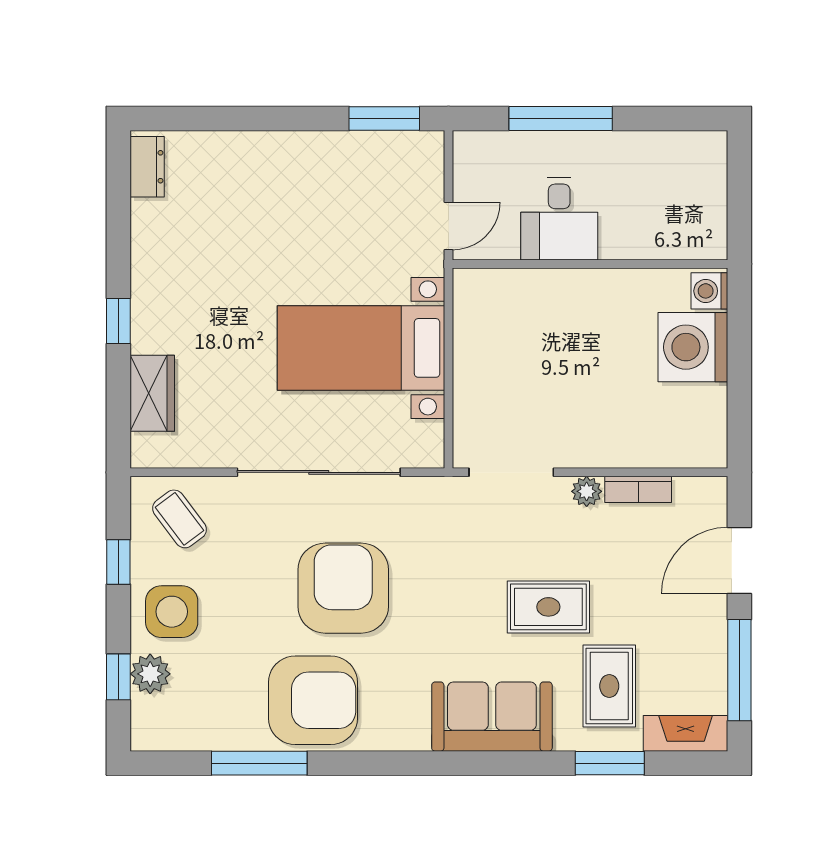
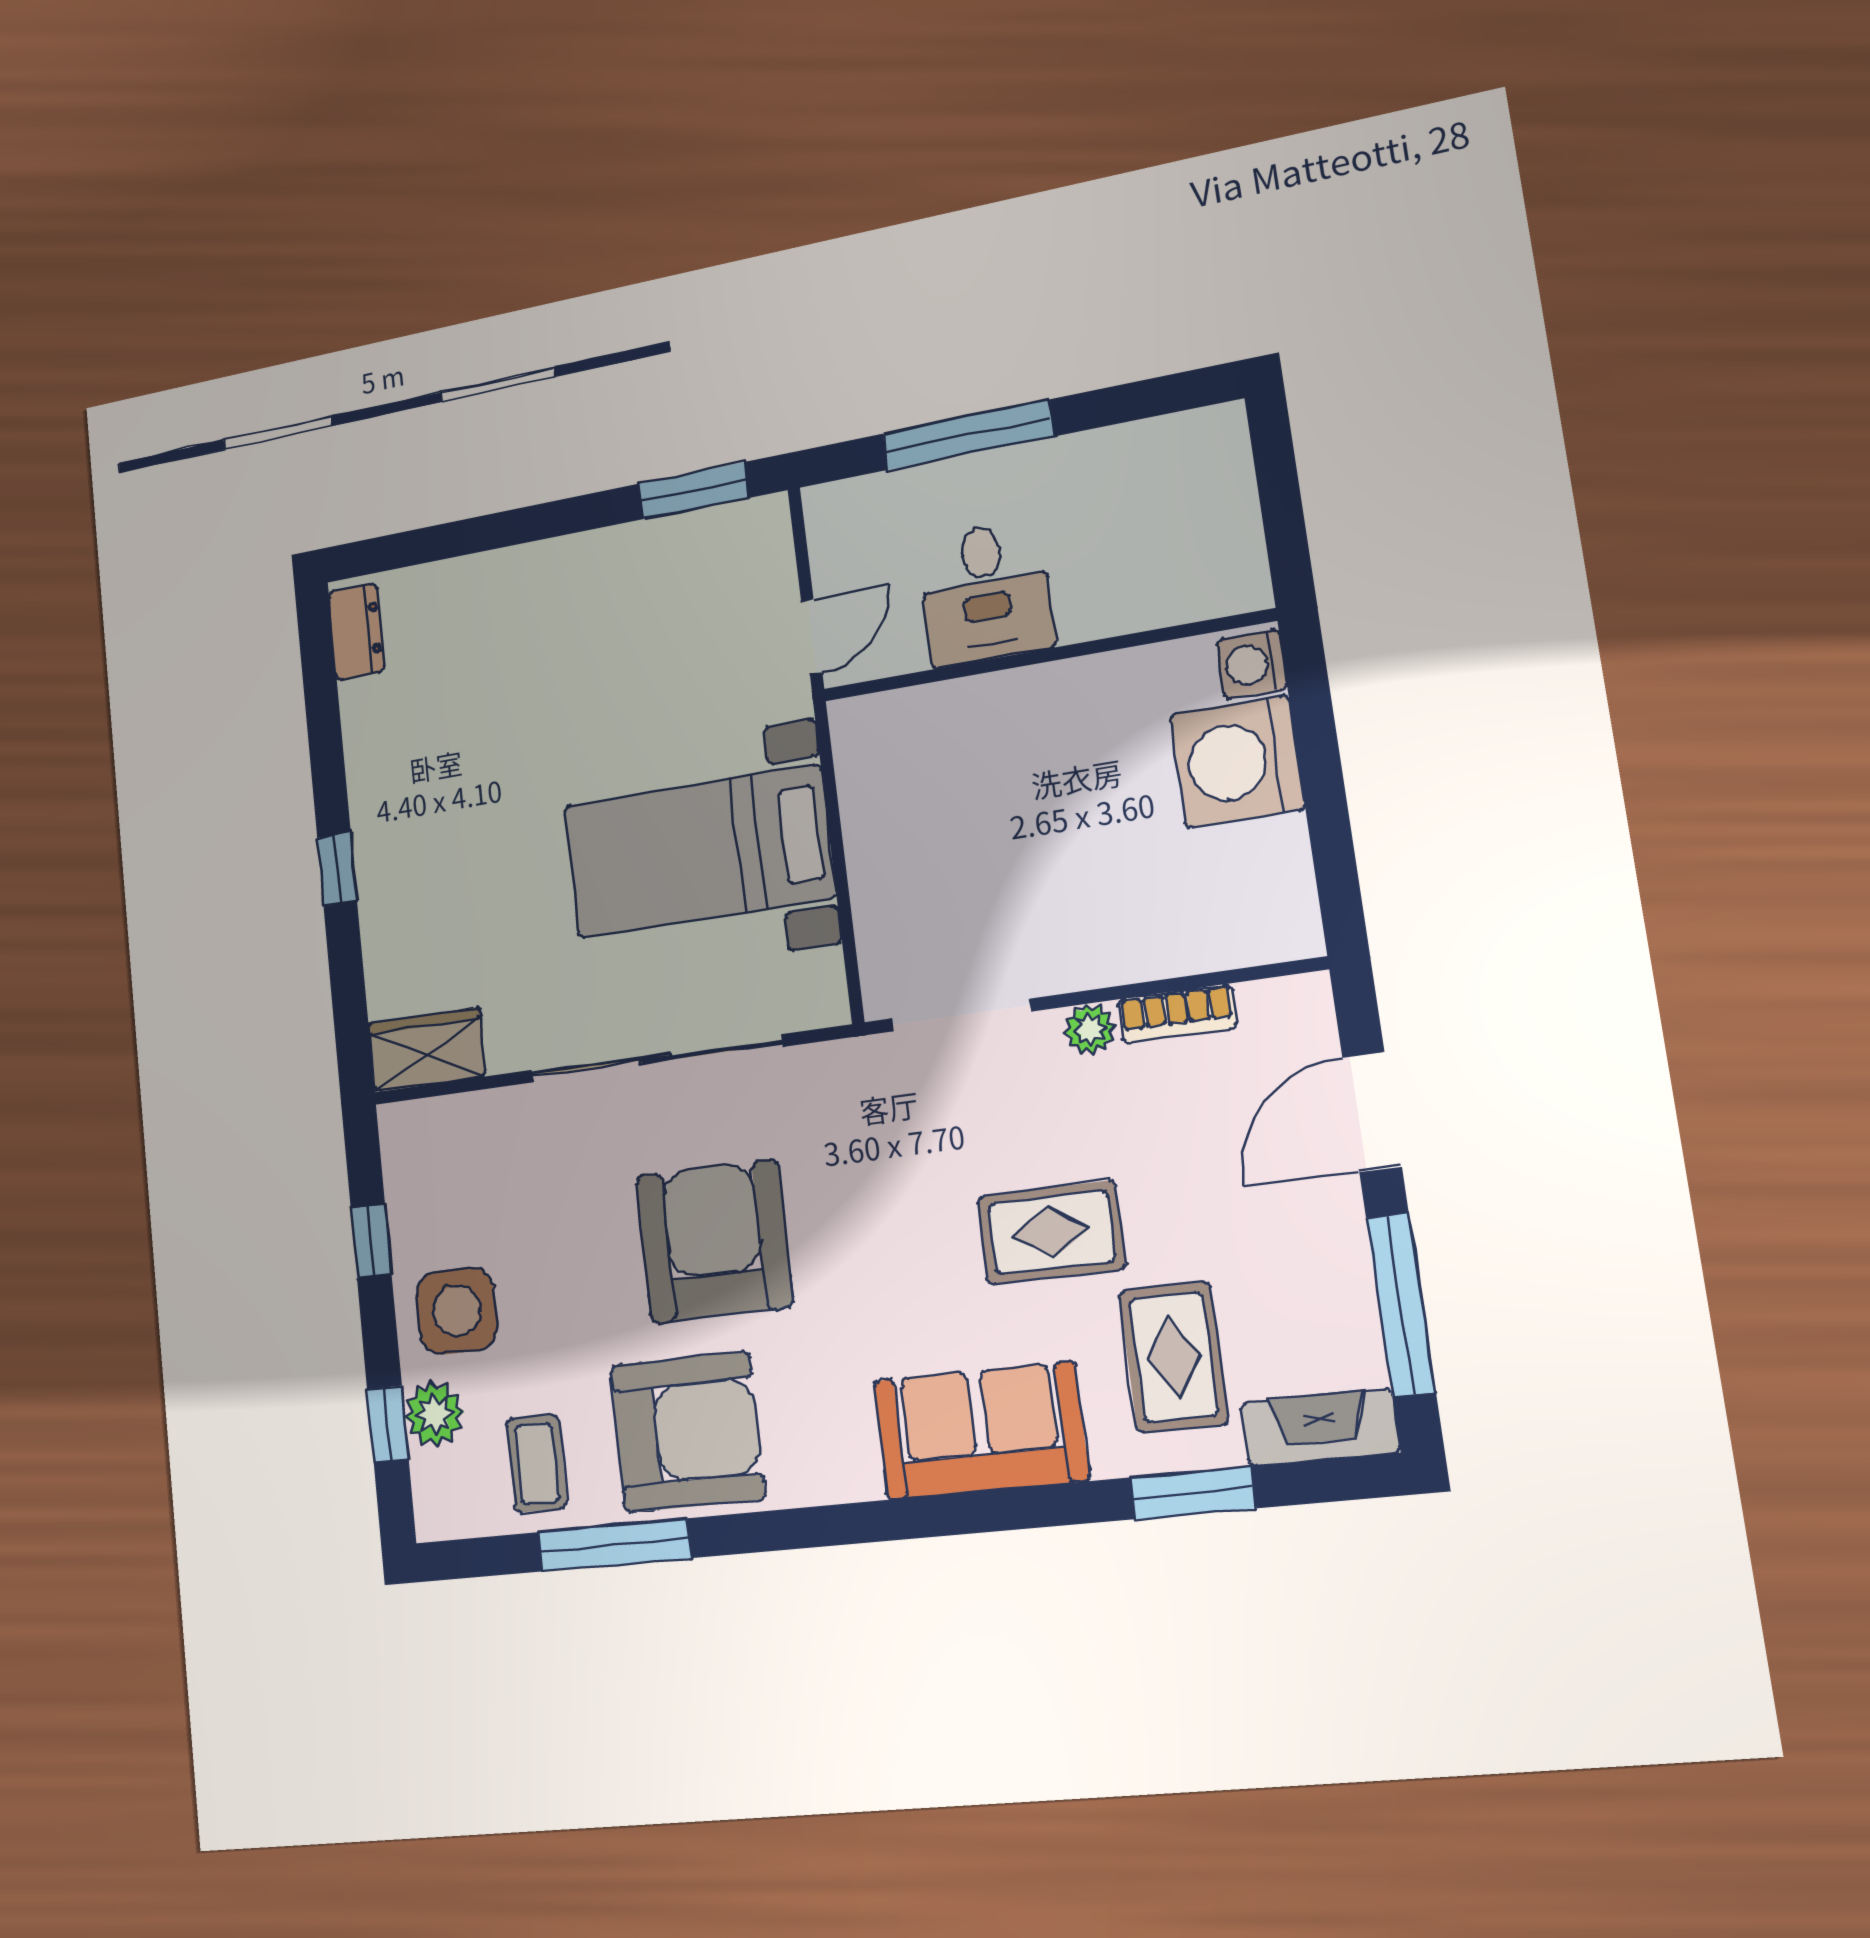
wardrobe: (152, 393) -> (427, 1050), moved, turned -90
coffee table: (180, 519) -> (537, 1463), moved, turned 37

